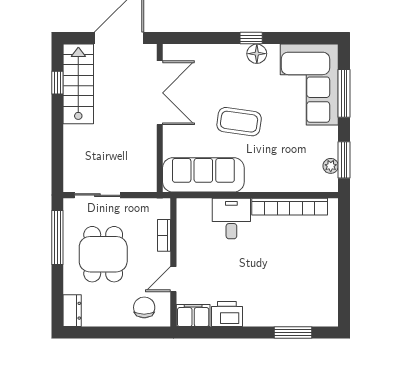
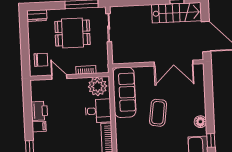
window: (251, 38) -> (211, 140), moved
plant: (192, 218) -> (98, 86), added
filing cabinet: (193, 316) -> (39, 127), moved, width x0.50

